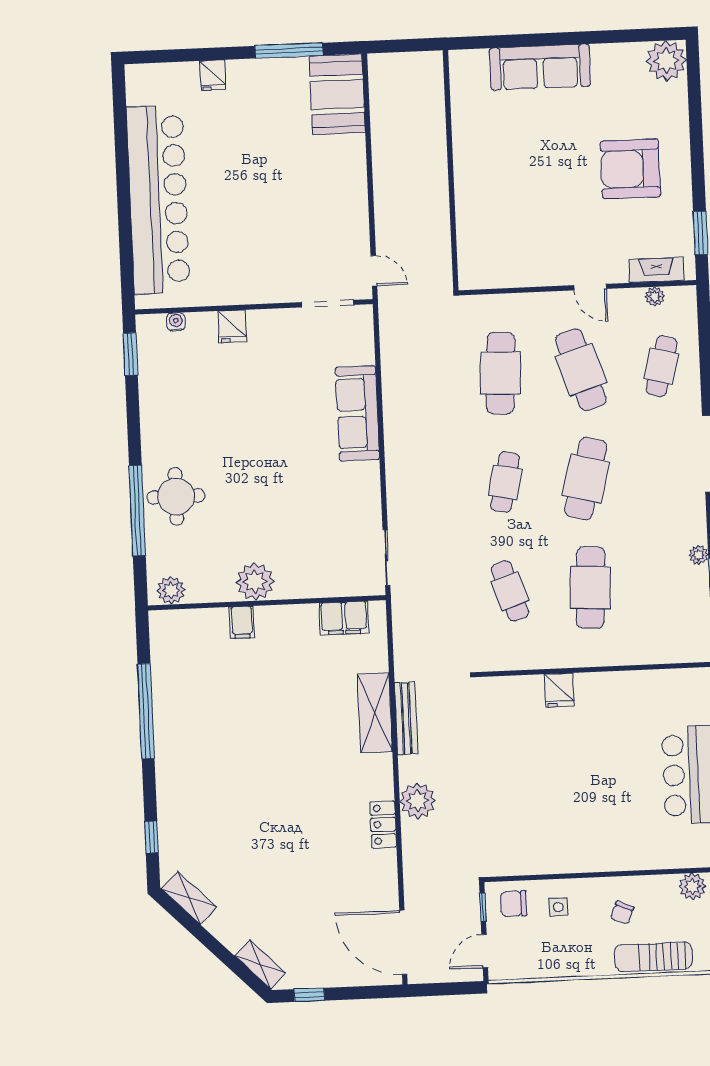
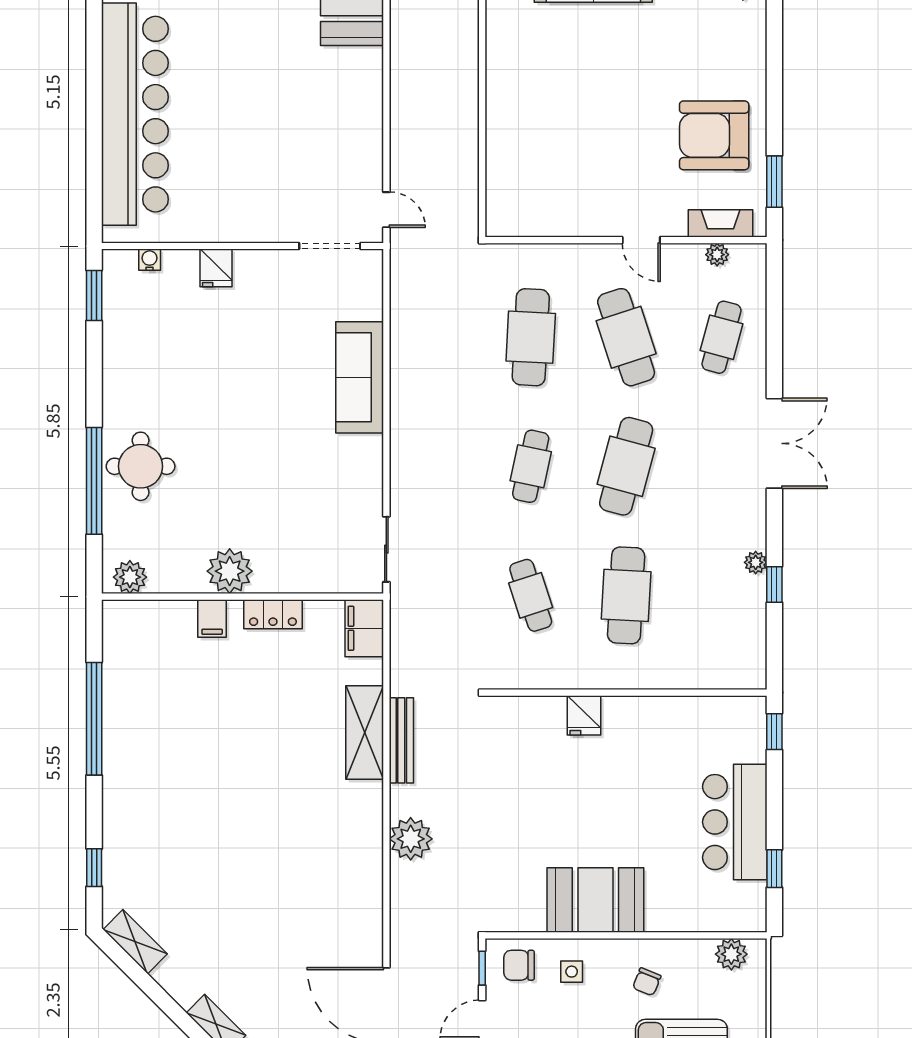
armchair: (630, 169) -> (714, 135), moved
filing cabinet: (344, 618) -> (364, 628), moved, turned 90
locker: (383, 825) -> (273, 614), moved, turned -90
booth: (576, 846) -> (595, 900), added

